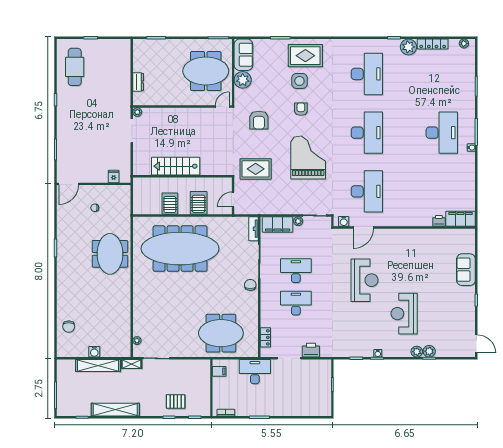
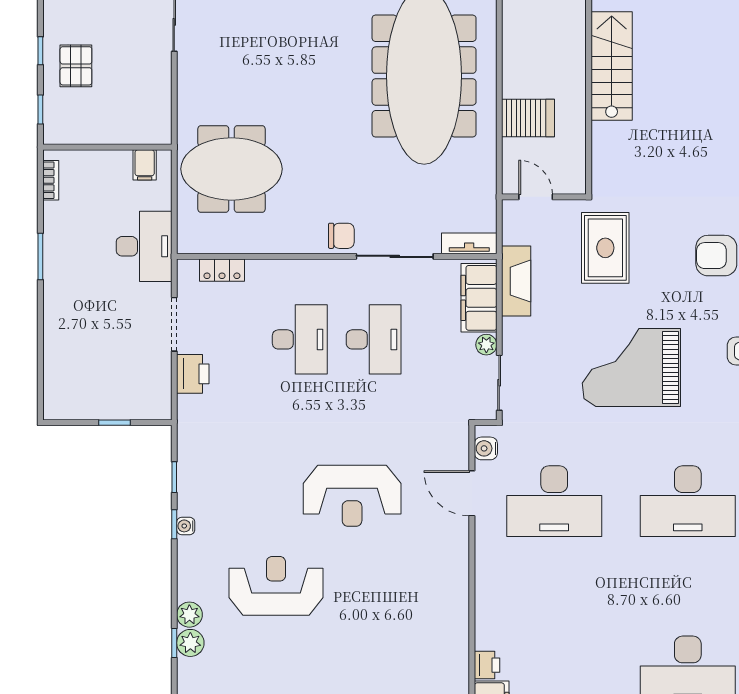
grand piano: (308, 157) -> (631, 368), turned 180
server rack: (170, 204) -> (526, 53), removed
fireplace: (270, 208) -> (516, 281), added
meeting table: (221, 333) -> (232, 169), turned 90

